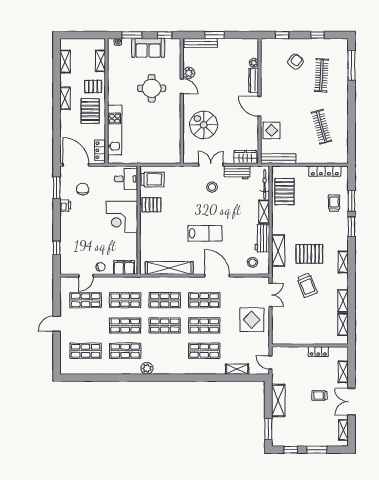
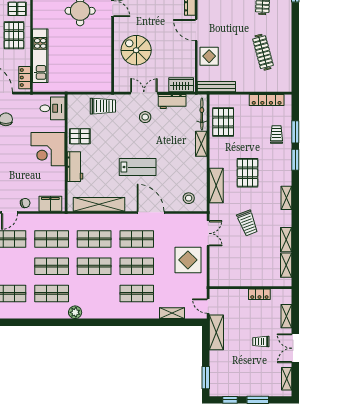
trolley: (153, 179) -> (103, 106), moved
workbench: (262, 238) -> (75, 167), moved, turned 180
pallet: (309, 254) -> (247, 173), moved, turned 90
shelving: (278, 400) -> (216, 332), moved

